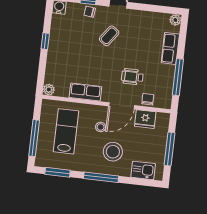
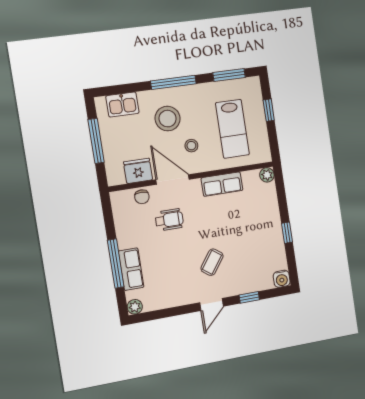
chair: (90, 12) -> (244, 285), removed
window: (178, 77) -> (116, 264), moved
door: (122, 106) -> (173, 179), hinge flipped
window: (34, 138) -> (269, 110), width x0.46

